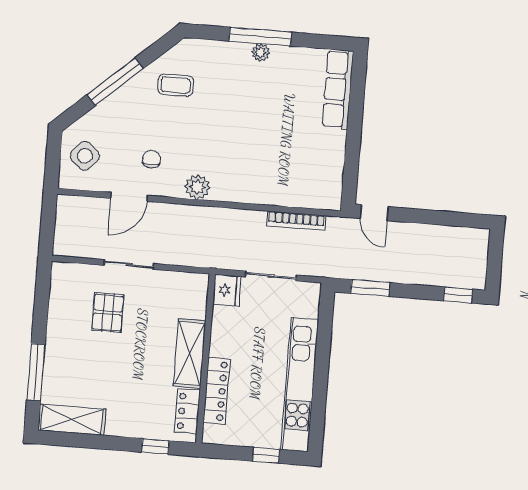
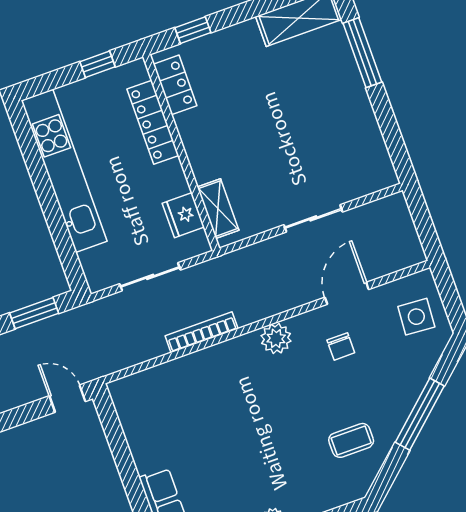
side table: (85, 156) -> (416, 317), turned -38
bookcase: (296, 221) -> (202, 332), moved
fridge: (227, 290) -> (183, 215), moved
pallet: (108, 313) -> (313, 155), removed
shelving: (190, 353) -> (218, 209), moved, width x0.67, depth x0.75
window: (266, 455) -> (97, 64), moved

